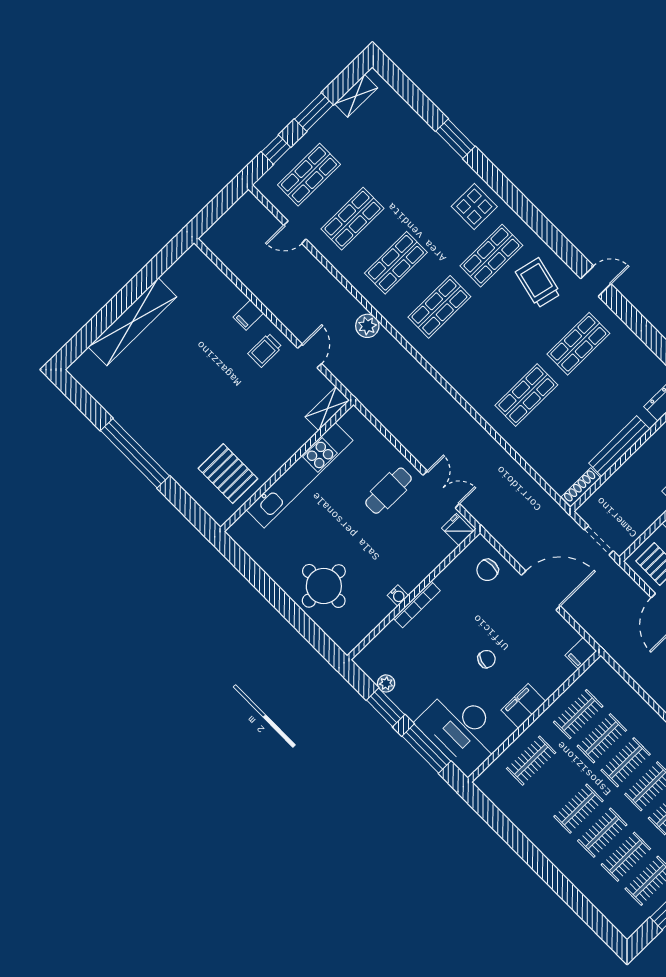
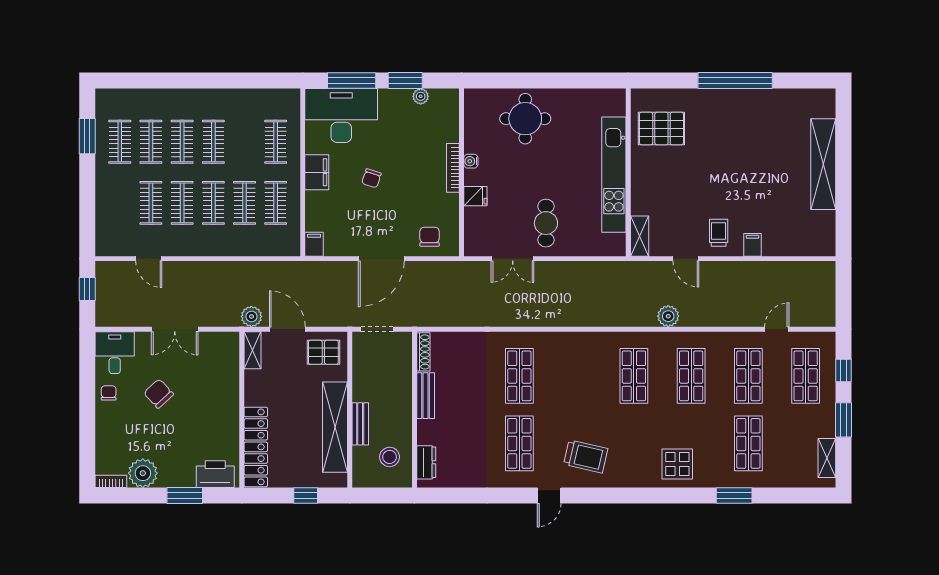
shop shelf: (491, 256) -> (748, 443), moved
bench: (619, 446) -> (426, 396), width x0.73
fridge: (458, 530) -> (475, 196), moved

